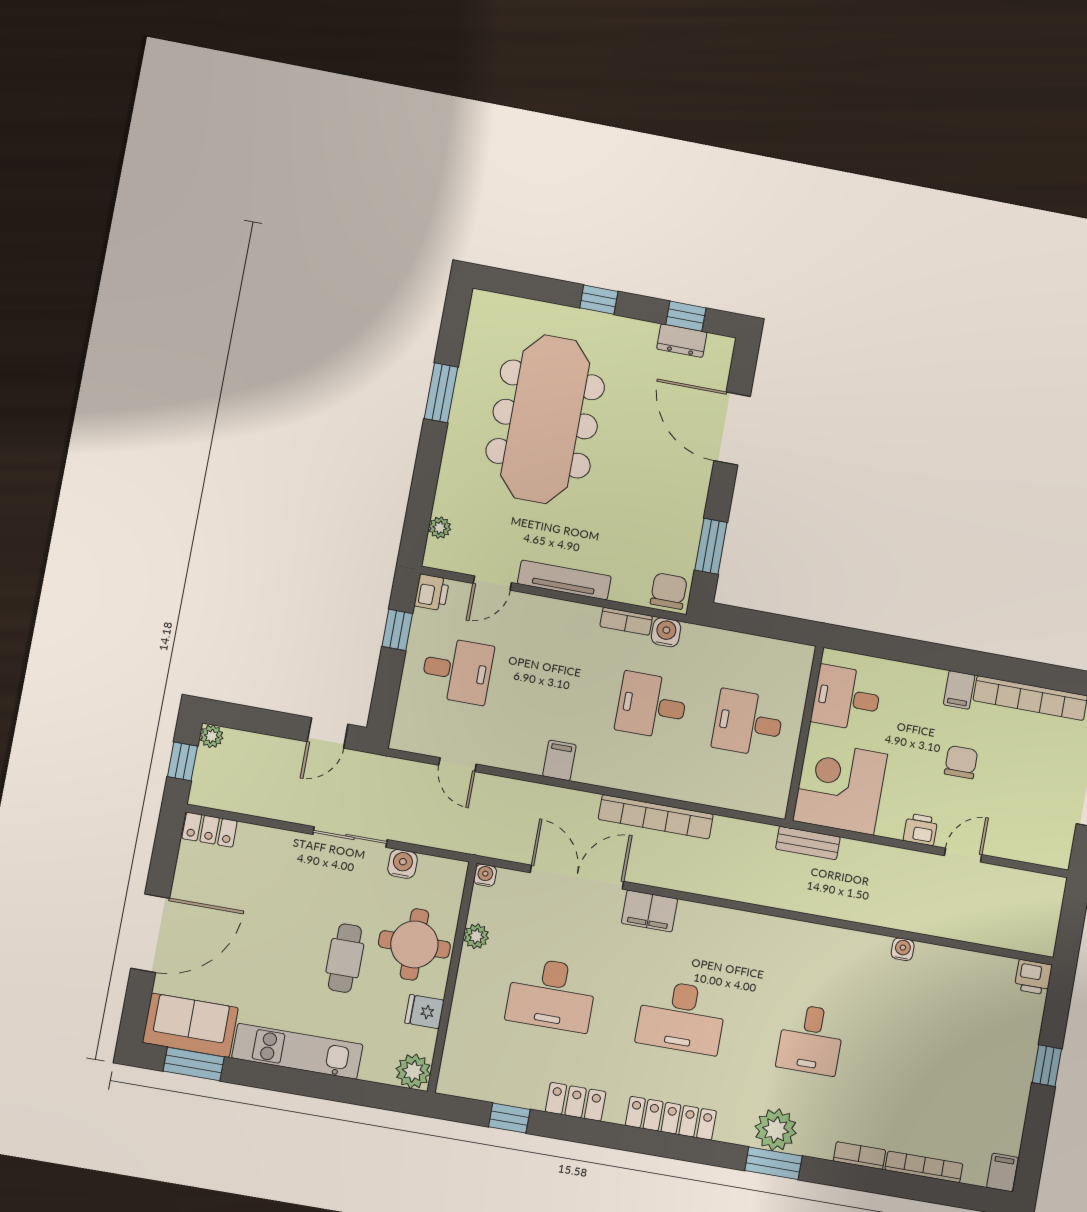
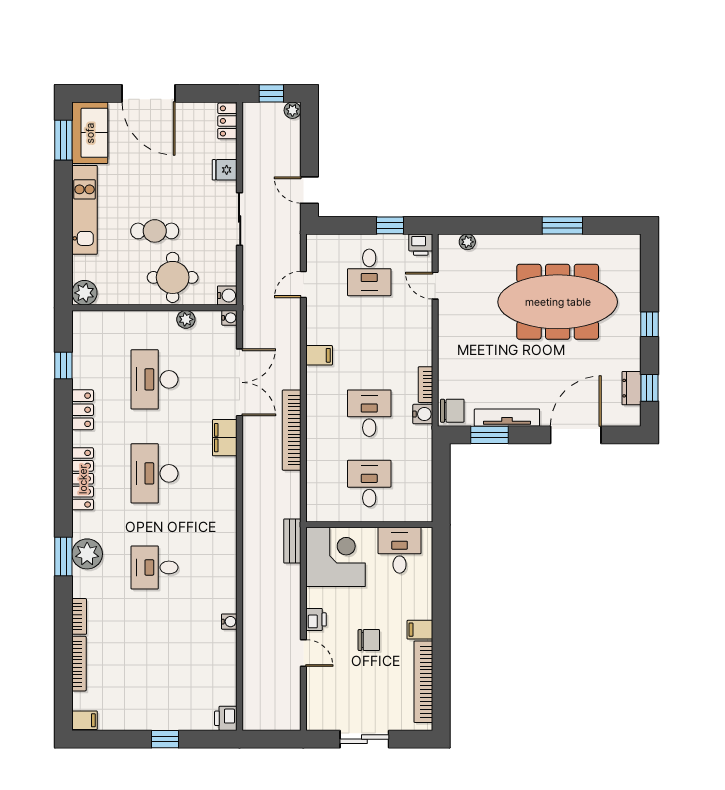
tv unit: (564, 580) -> (507, 418), moved, turned -90
water cooler: (403, 864) -> (227, 296), moved
fridge: (424, 1012) -> (225, 170), moved, turned -90

